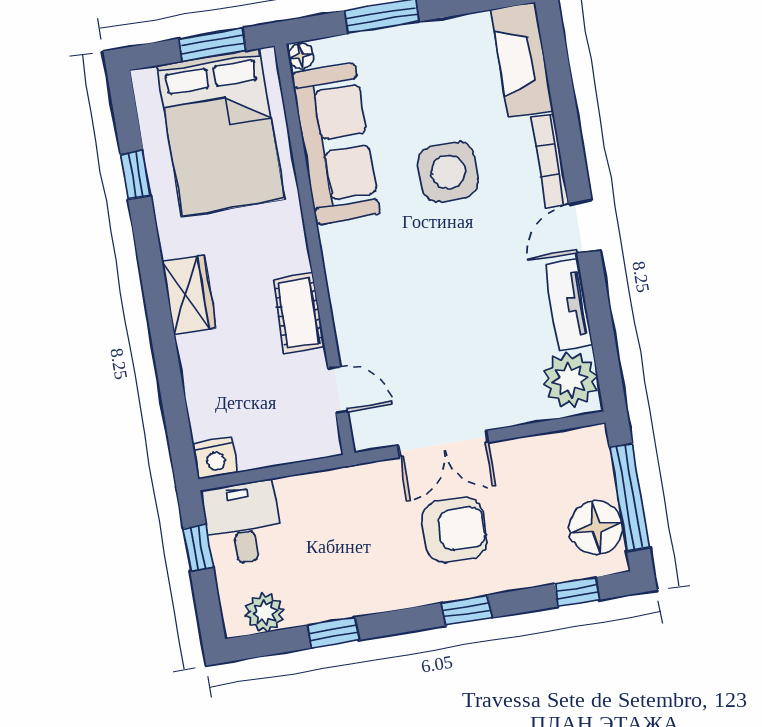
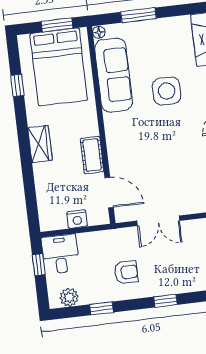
door: (338, 390) -> (109, 193), width x1.38
nightstand: (216, 458) -> (77, 219), moved
armchair: (454, 530) -> (126, 272), moved, width x0.72, depth x0.72

